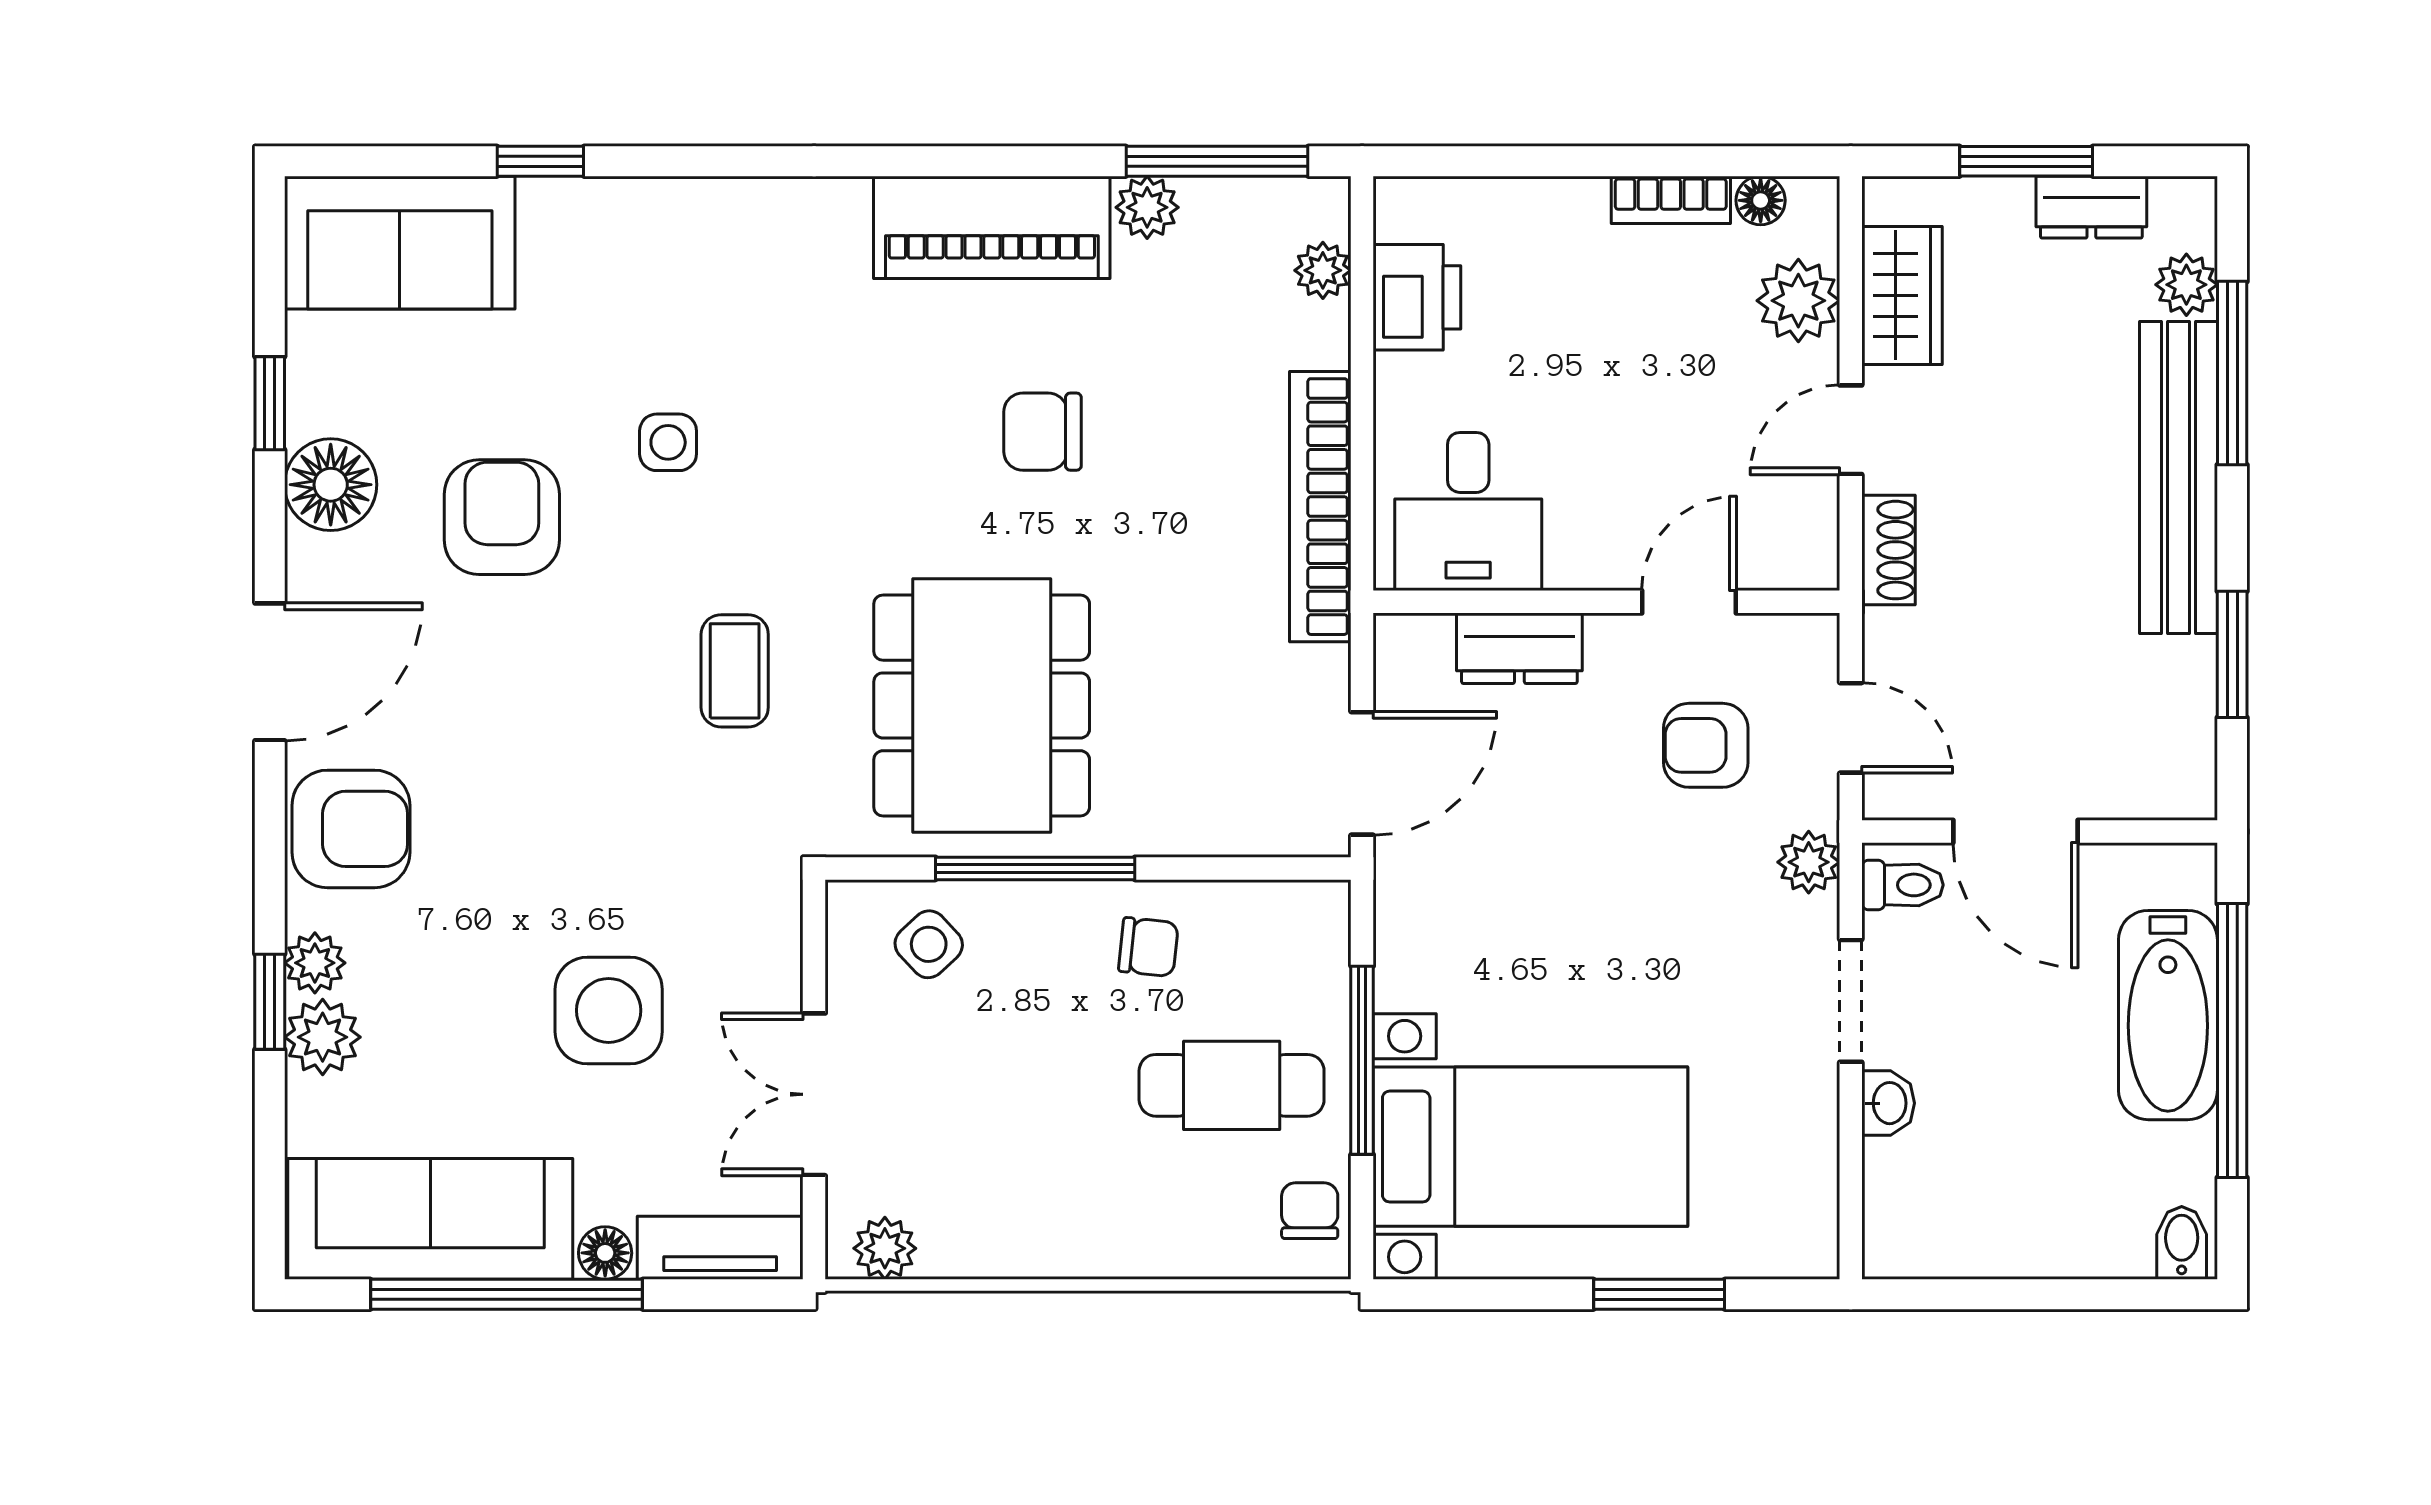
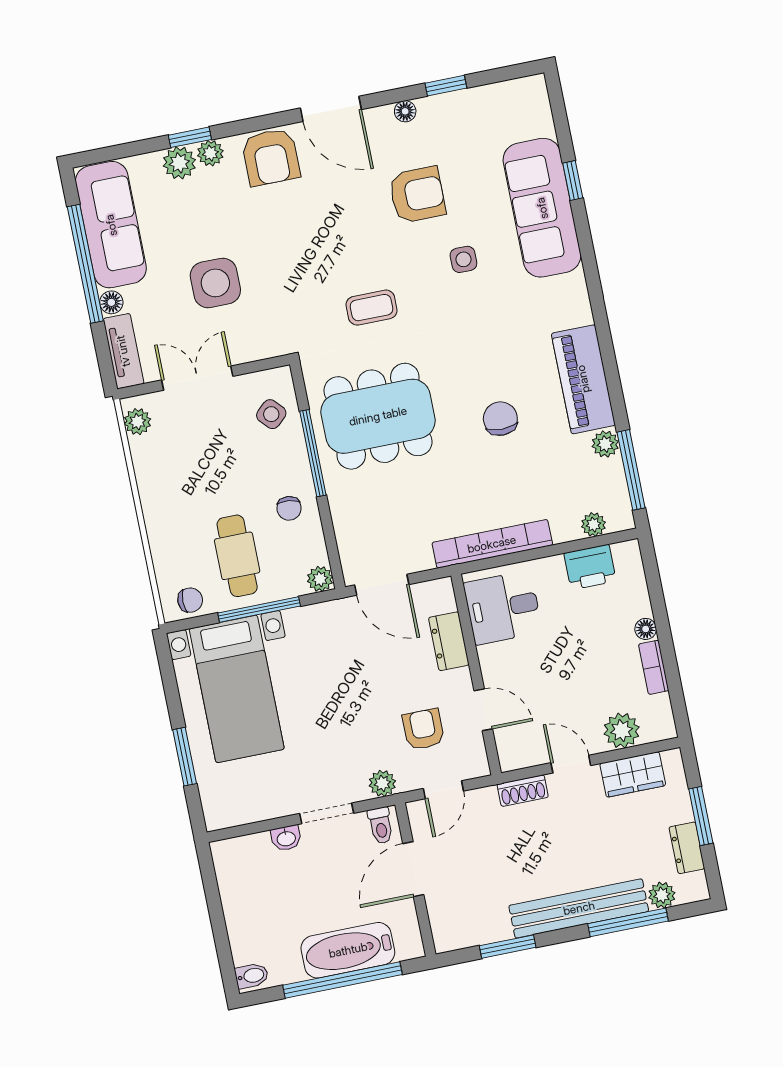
floor lamp: (1761, 200) -> (646, 629), moved
sofa: (400, 243) -> (542, 208), moved, width x1.36
floor lamp: (331, 485) -> (405, 111), width x0.53, depth x0.53
plant: (1321, 909) -> (320, 579), added

